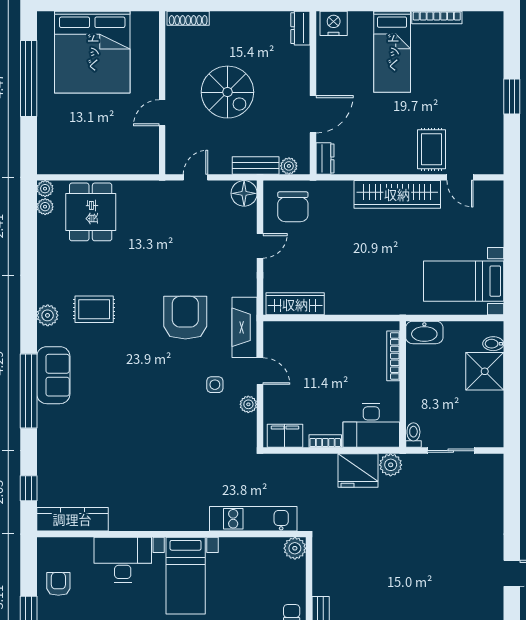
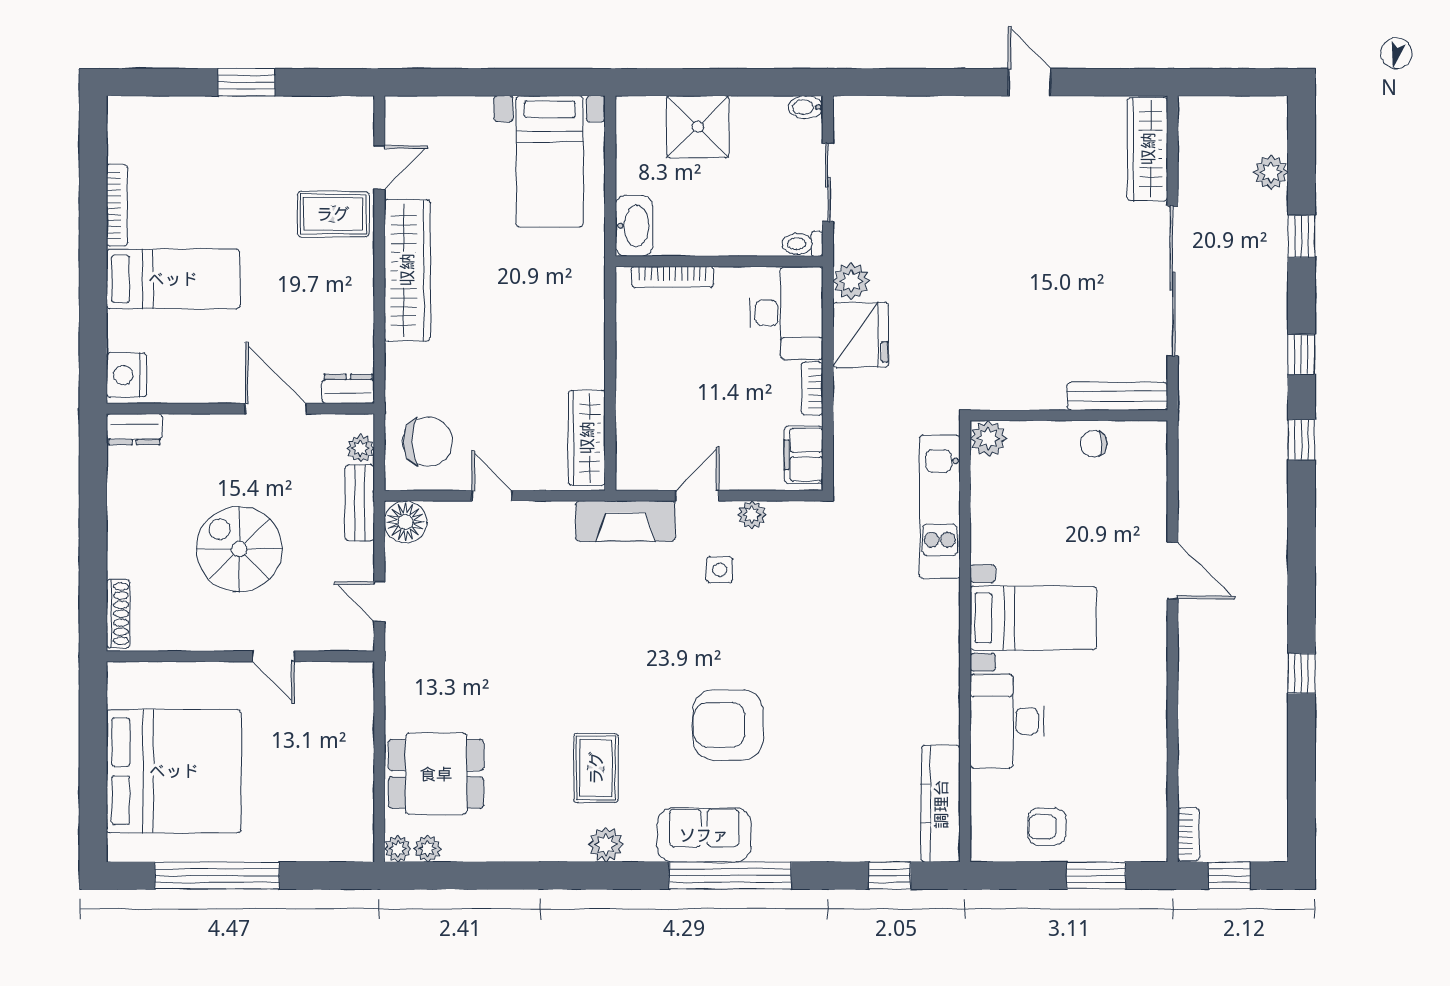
spiral stairs: (227, 92) -> (239, 549), turned -90
armchair: (185, 318) -> (728, 725), moved
bidet: (493, 344) -> (806, 107), moved, turned 90

